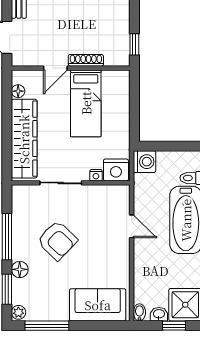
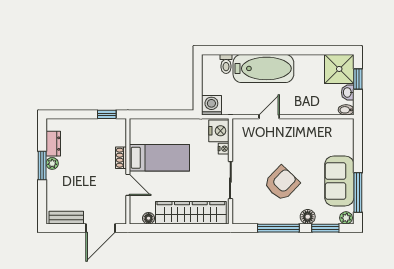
shoe rack: (86, 60) -> (121, 158), width x0.70
sofa: (98, 305) -> (339, 181), moved

